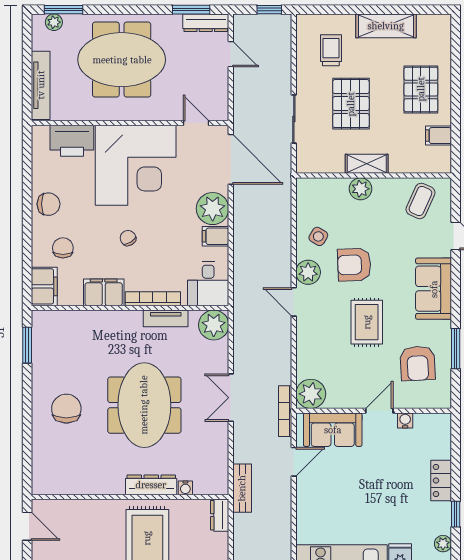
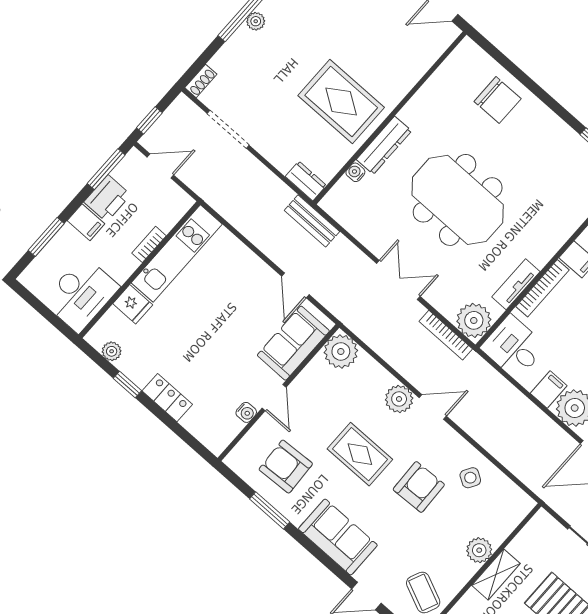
plant: (308, 272) -> (399, 399), moved
chair: (66, 409) -> (498, 100), moved
bookcase: (285, 411) -> (446, 335), moved, turned 180

